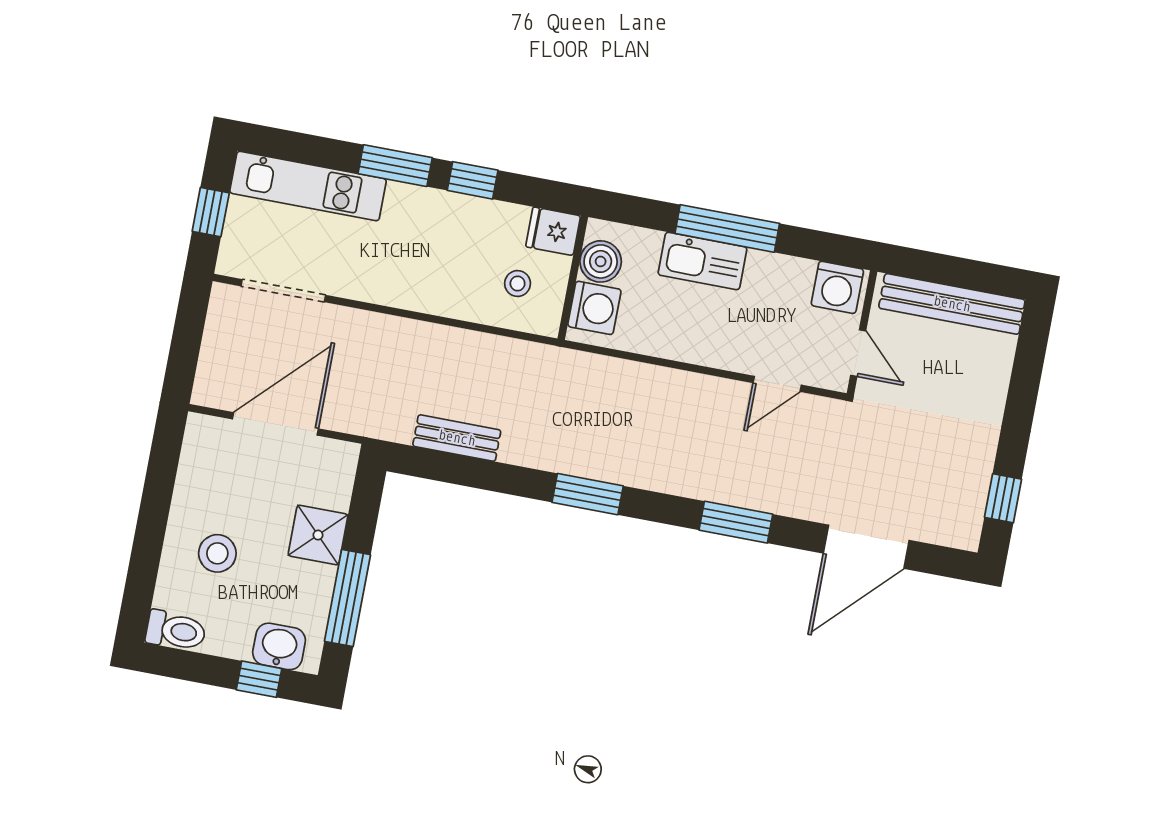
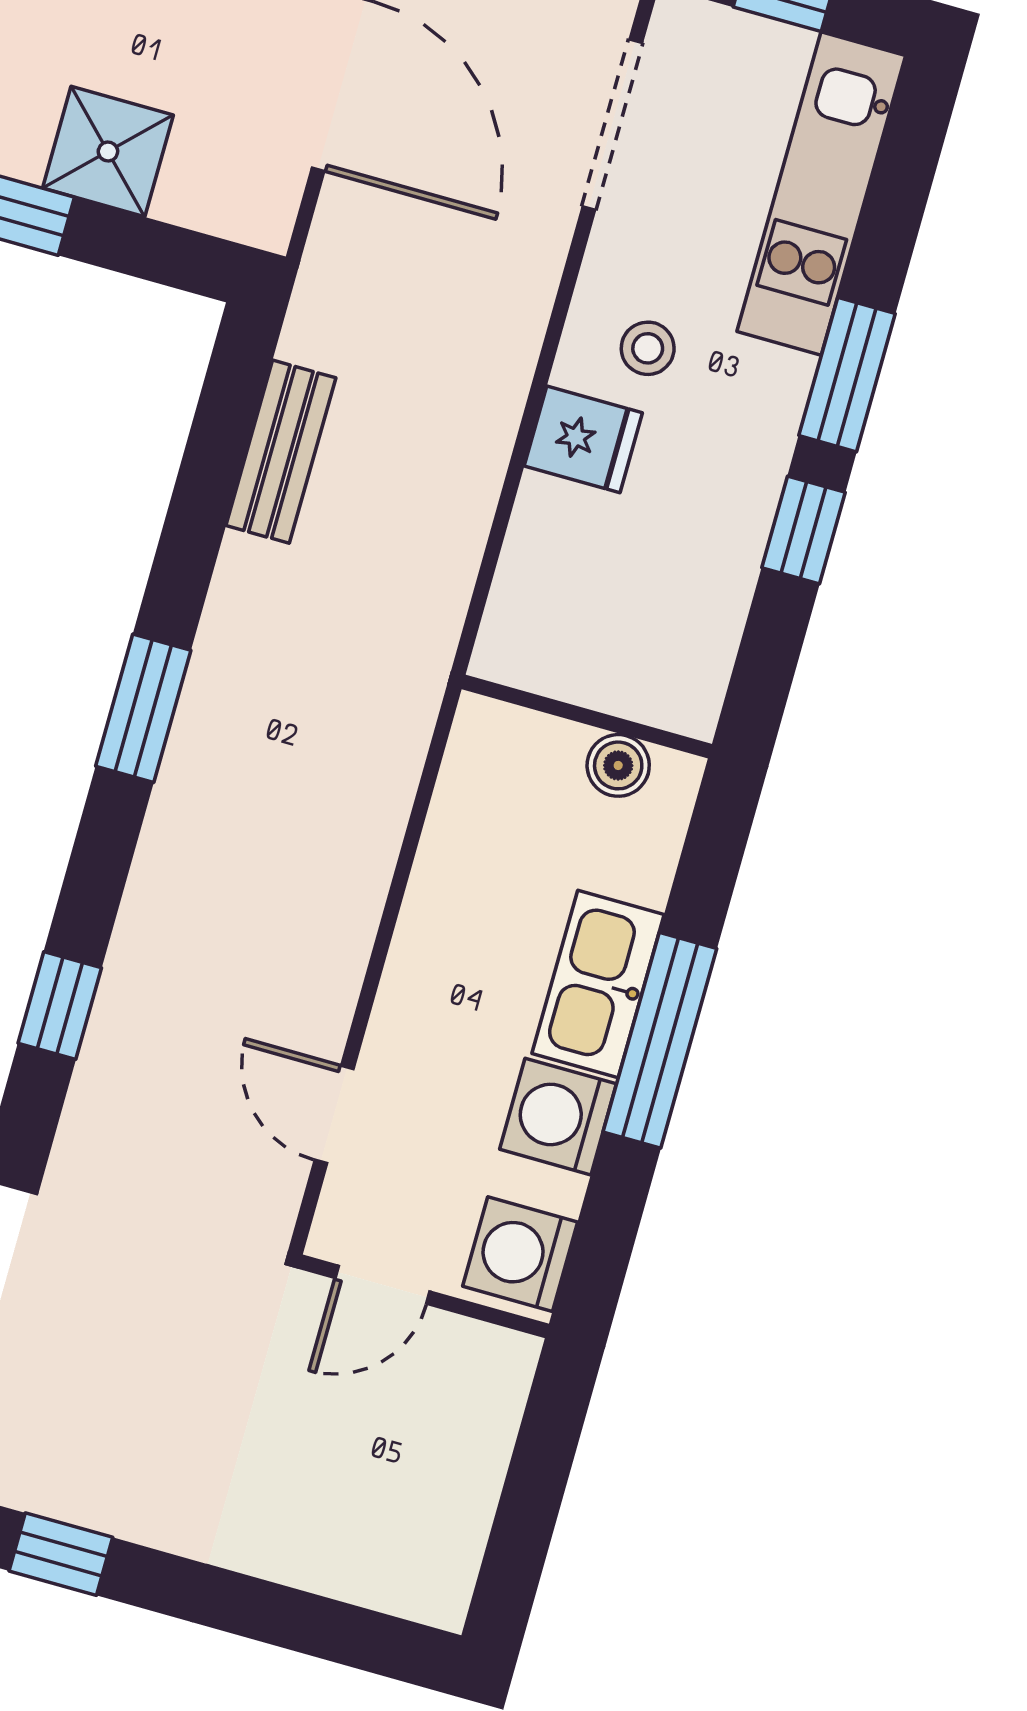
fridge: (553, 231) -> (583, 439), moved, turned 90
boiler: (601, 261) -> (618, 765), width x0.73, depth x0.73
stool: (518, 283) -> (648, 348), moved
bench: (952, 304) -> (466, 1485), removed
washing machine: (594, 308) -> (558, 1117), moved, turned 90
window: (736, 522) -> (60, 1006), width x0.67

